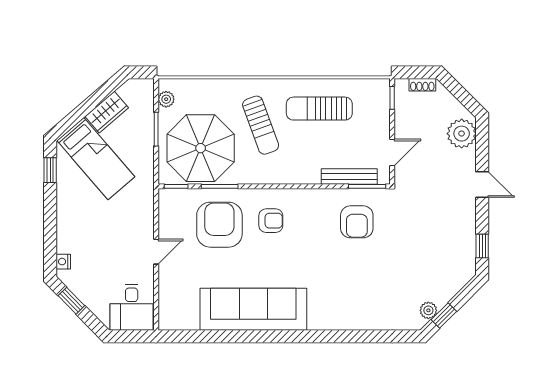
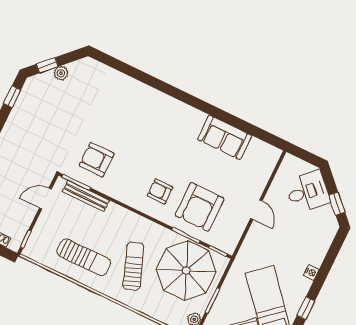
armchair: (357, 222) -> (97, 160), turned -90
door: (156, 252) -> (256, 210), swing flipped
nightstand: (63, 262) -> (311, 272), moved
desk: (132, 307) -> (308, 192), moved, turned 46
sofa: (253, 309) -> (225, 137), width x0.54, depth x0.79
plant: (428, 310) -> (61, 73), moved
window: (444, 315) -> (47, 65), moved

